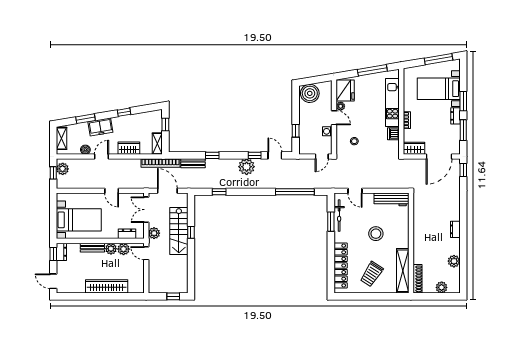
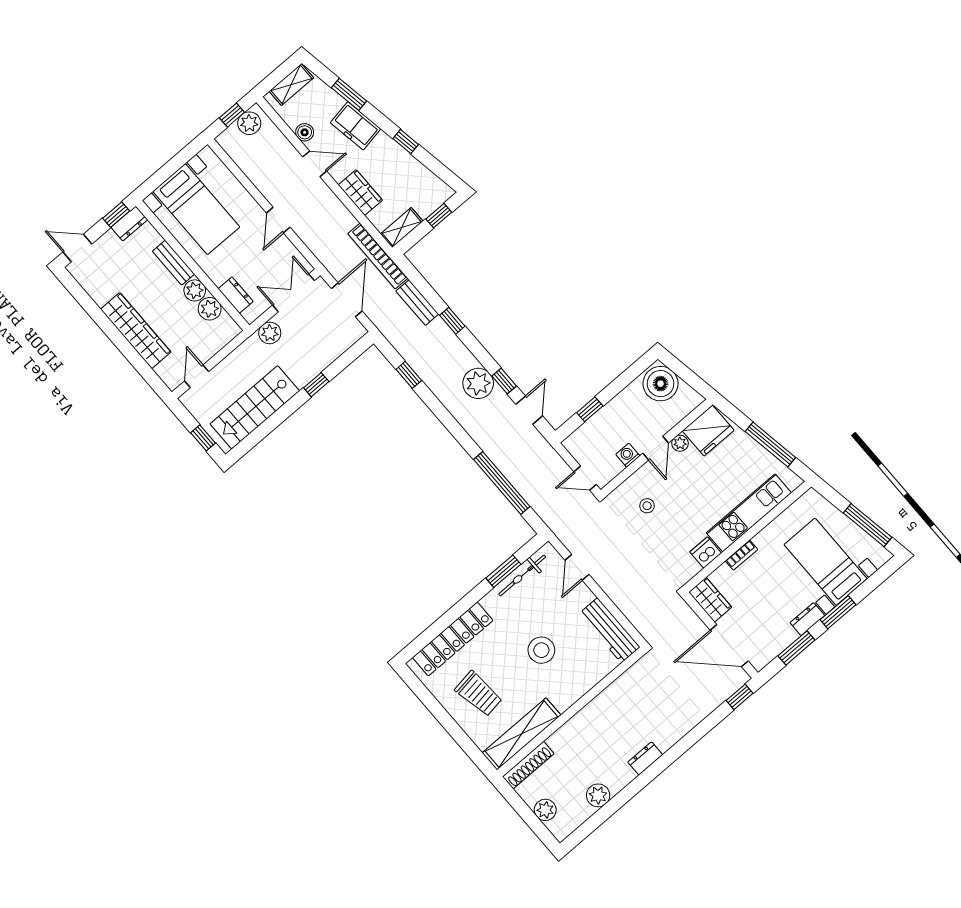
stairs: (179, 231) -> (255, 407), moved
door: (146, 253) -> (197, 376), moved
trolley: (372, 274) -> (479, 694), turned -131
door: (53, 281) -> (77, 248), hinge flipped

